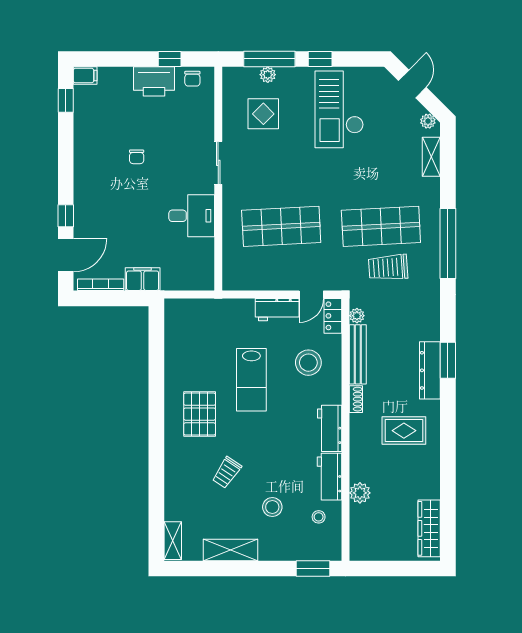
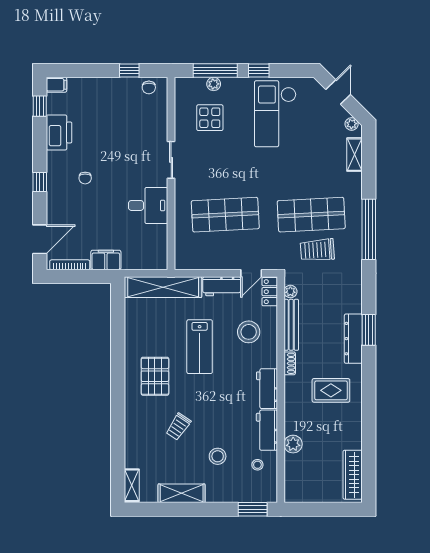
printer: (154, 81) -> (59, 132), moved, turned -90
chair: (137, 157) -> (85, 178), moved
window: (66, 216) -> (40, 182), moved
shelving: (209, 311) -> (163, 287), added

